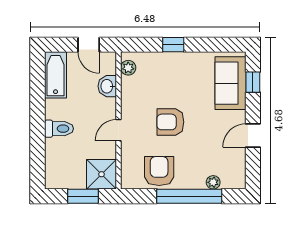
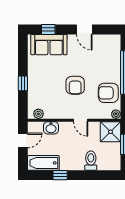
window: (37, 100) -> (60, 175), added
toilet: (59, 129) -> (91, 161), moved
plant: (213, 182) -> (116, 114), moved

